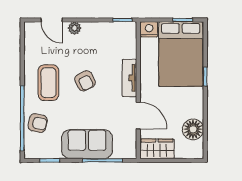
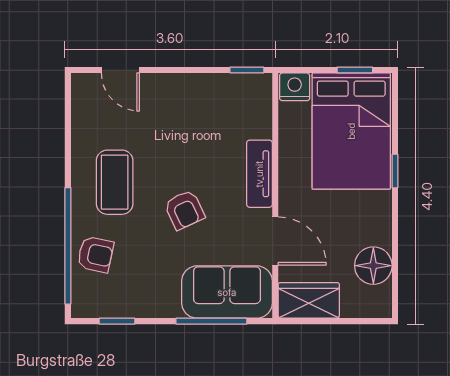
plant: (75, 28) -> (161, 84), removed
armchair: (85, 81) -> (184, 210), moved
sofa: (87, 144) -> (227, 292), moved

